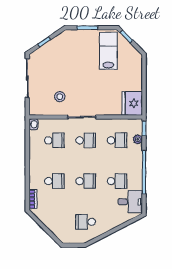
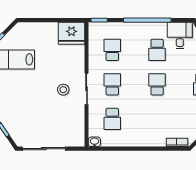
stool: (60, 97) -> (63, 90), moved
plant: (138, 139) -> (111, 27), removed
school desk: (54, 140) -> (112, 119), turned 180
school desk: (54, 181) -> (157, 119), removed
school desk: (117, 181) -> (157, 50), turned 180

